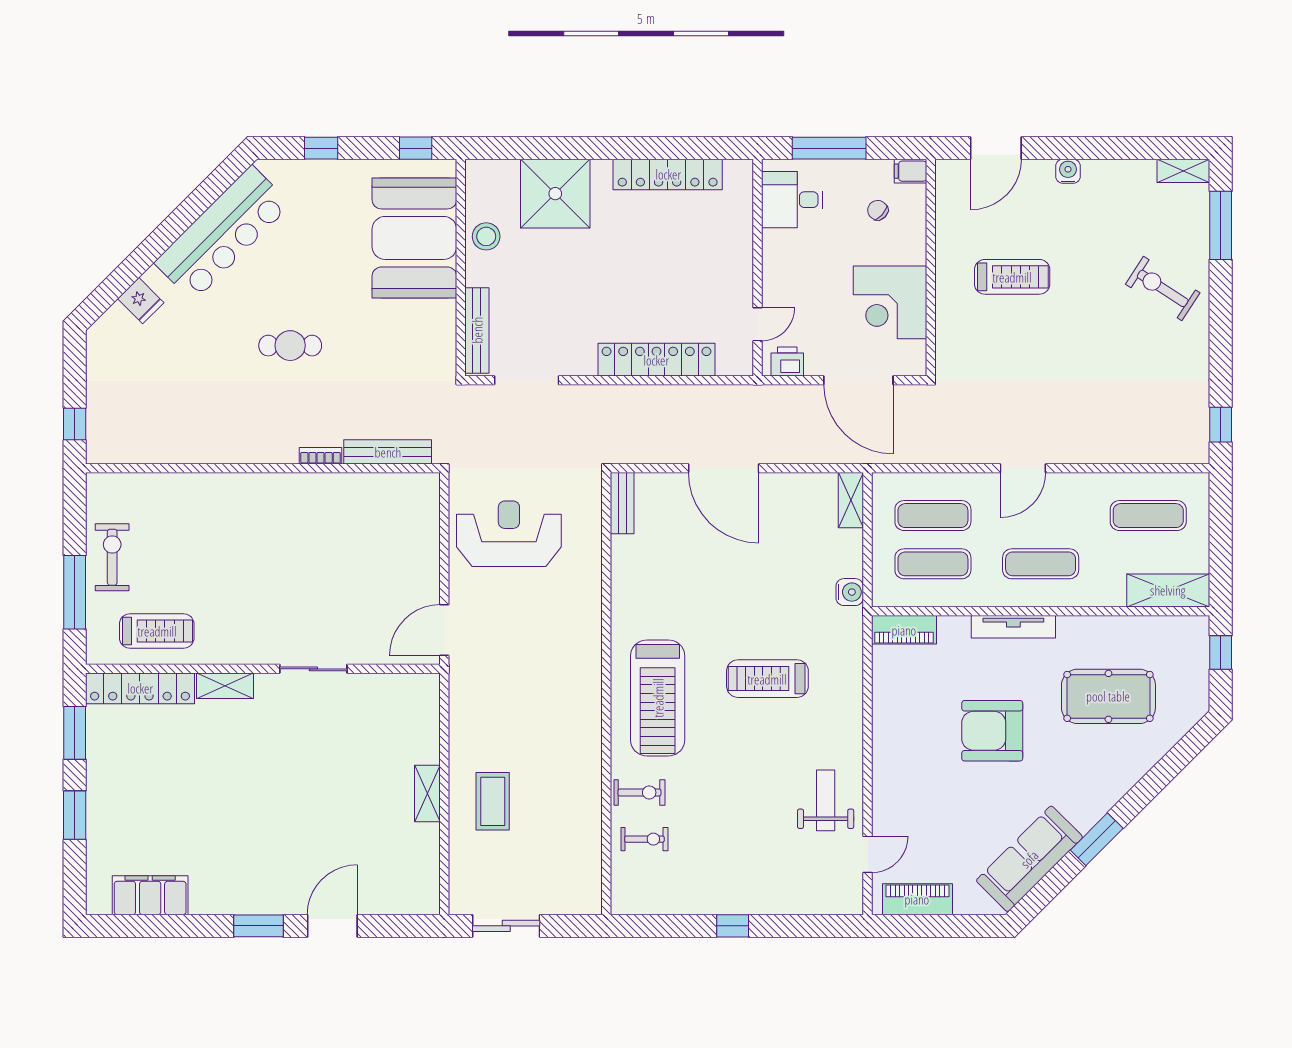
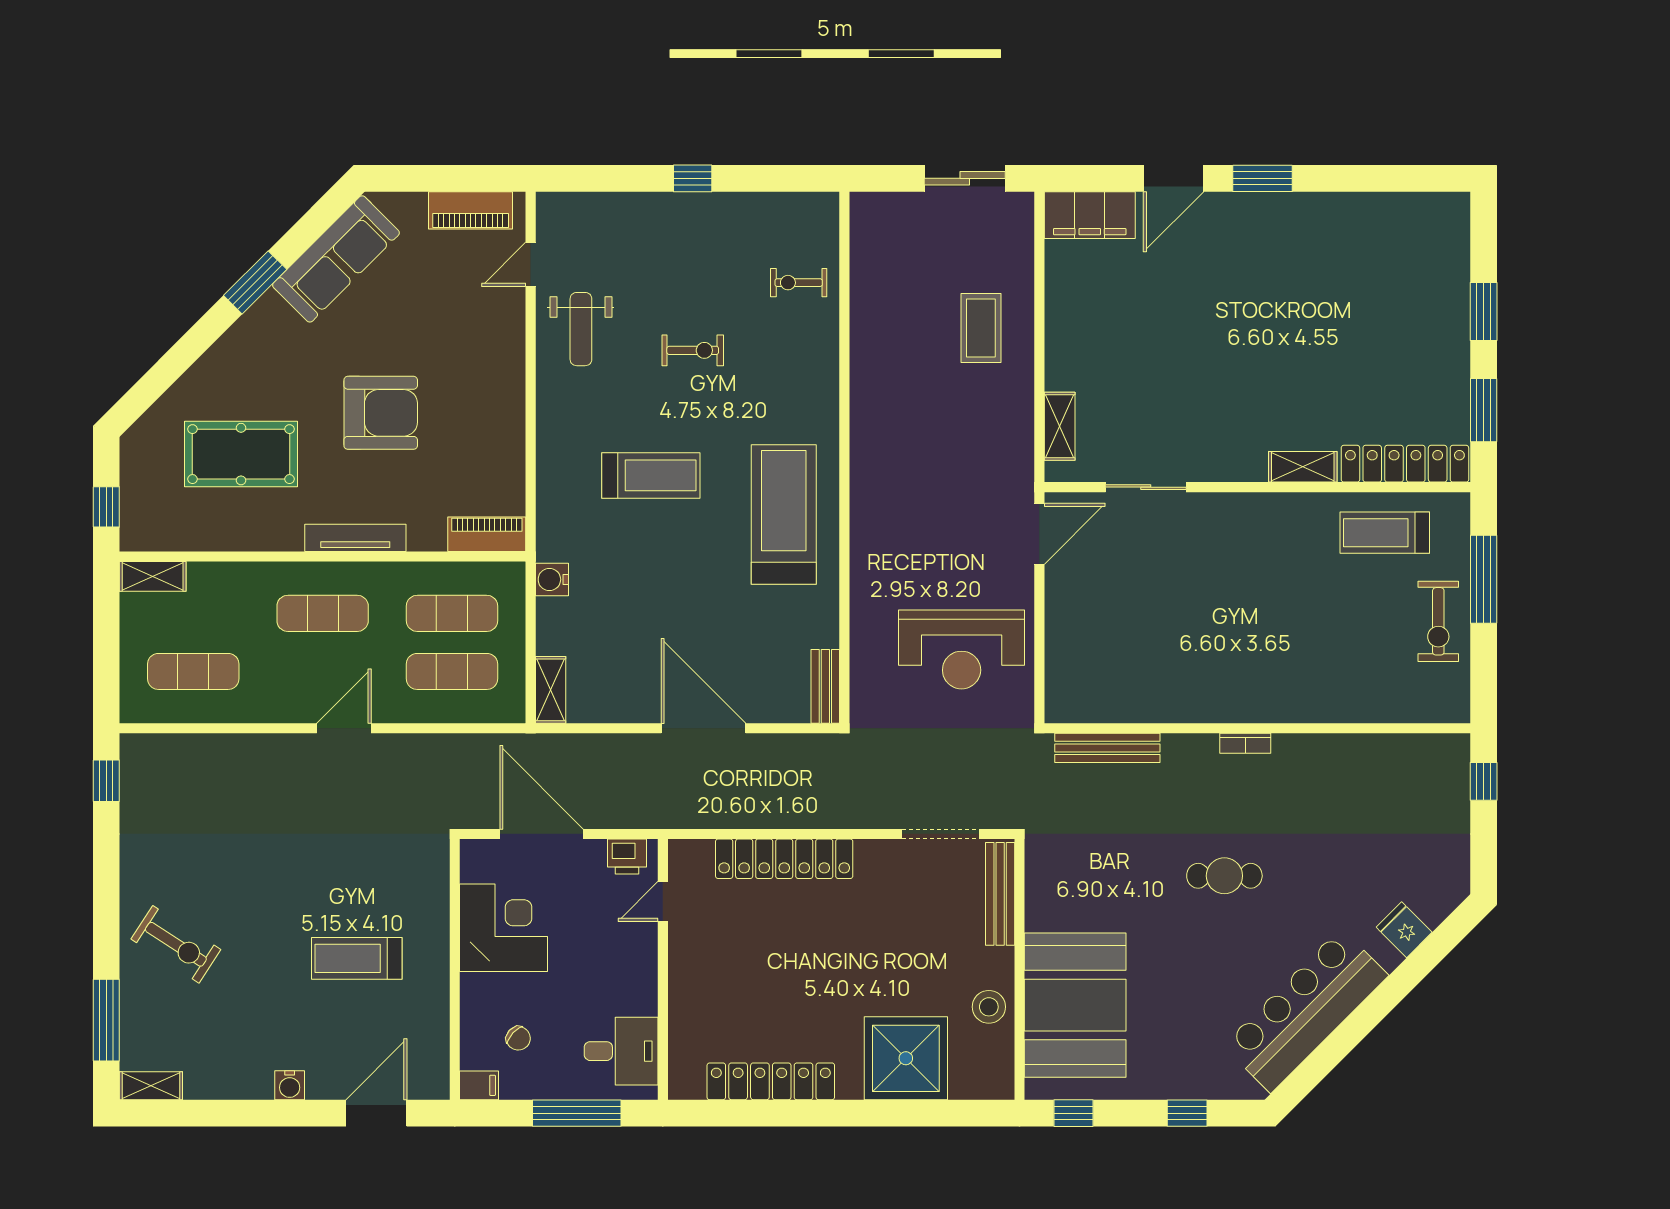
bookcase: (321, 456) -> (1245, 743), moved
shelving: (1168, 590) -> (153, 576), width x0.67, depth x0.75
sliding door: (313, 669) -> (1146, 487), moved
treadmill: (658, 698) -> (784, 515), moved
exercise bike: (640, 792) -> (693, 350), moved, turned 180
shelving: (427, 794) -> (1060, 426), moved
filing cabinet: (150, 895) -> (1090, 215), moved

